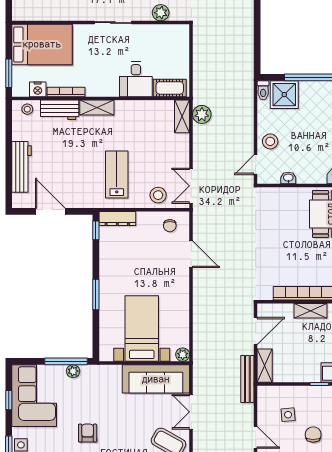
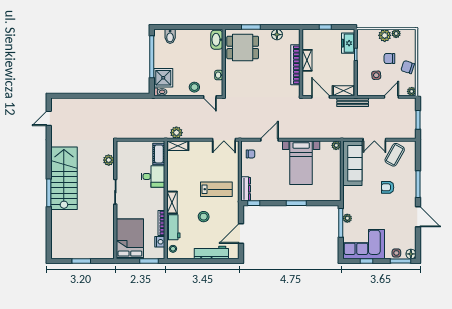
lab bench: (117, 174) -> (216, 189), turned 180
stool: (158, 195) -> (204, 217), moved
bed with nightstands: (142, 329) -> (301, 163), moved, turned -90
armchair: (88, 433) -> (388, 187), moved

